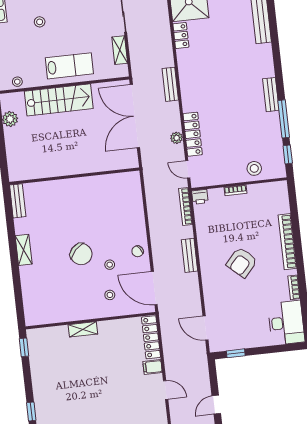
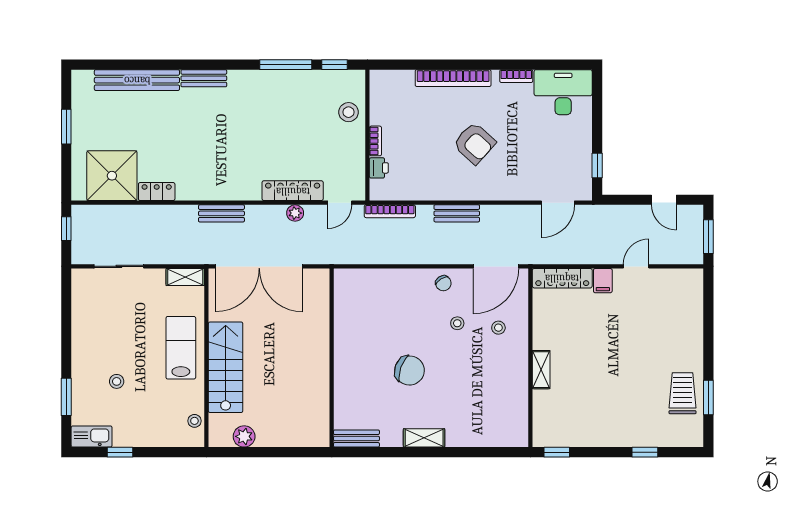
shelving: (120, 50) -> (185, 277), moved
bench: (271, 95) -> (204, 78), moved
printer: (200, 197) -> (379, 168), moved
chair: (81, 254) -> (409, 370), moved, turned 66

